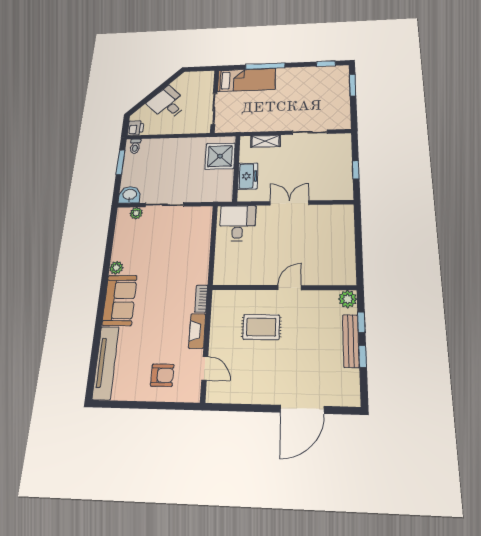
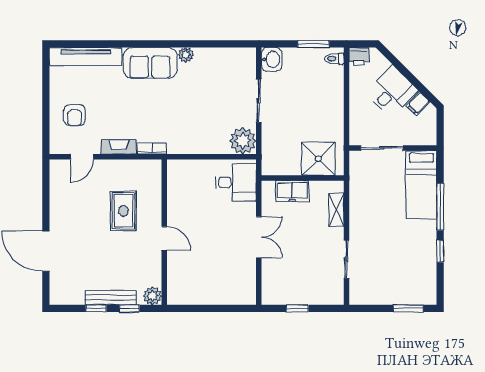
window: (326, 64) -> (440, 251), moved
filing cabinet: (179, 85) -> (418, 104), added
plant: (136, 213) -> (243, 141), moved, width x1.87, depth x1.87

